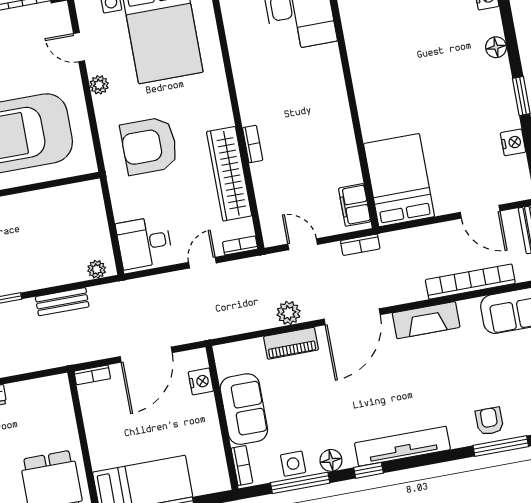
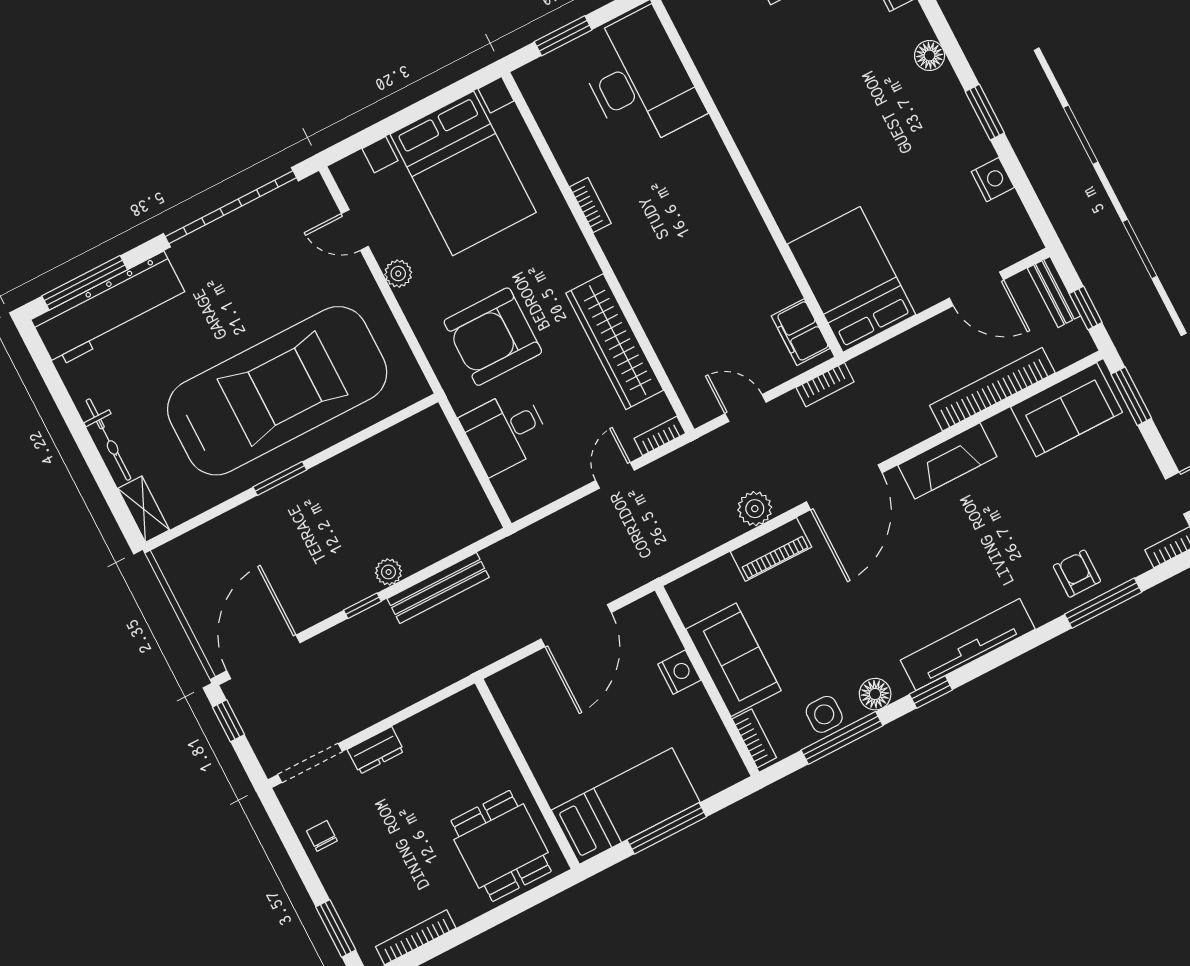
bookcase: (253, 144) -> (590, 205), moved
desk: (144, 243) -> (505, 431), moved
plant: (97, 269) -> (389, 572), moved
bench: (62, 302) -> (438, 588), width x1.36
bookcase: (92, 375) -> (510, 676), removed
nightstand: (201, 381) -> (679, 672), moved

